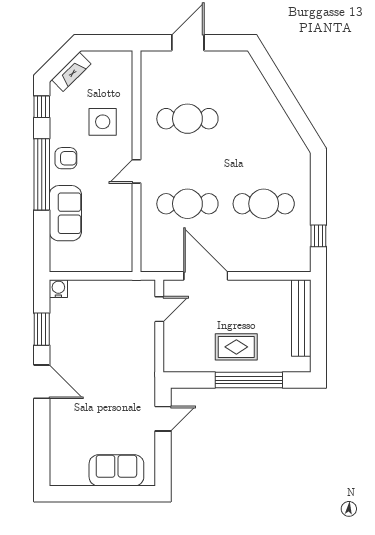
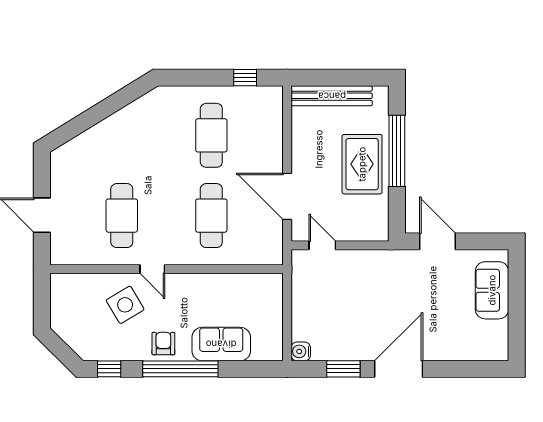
fireplace: (71, 72) -> (72, 338), removed
side table: (103, 122) -> (125, 305), turned -31
door: (137, 171) -> (152, 269), moved
door: (206, 276) -> (287, 196), hinge flipped
rug: (236, 347) -> (362, 164), width x1.36, depth x1.43
door: (42, 382) -> (399, 369), width x1.36
door: (163, 419) -> (438, 241), width x1.38

